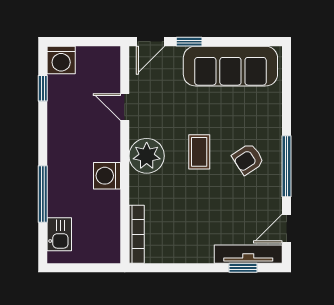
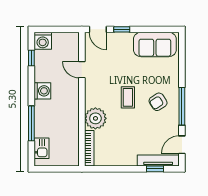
door: (151, 42) -> (98, 29), hinge flipped
sofa: (230, 66) -> (155, 44), width x0.73
plant: (147, 156) -> (95, 118), moved
washing machine: (107, 176) -> (42, 91), moved, turned 180

